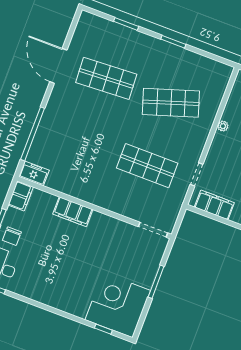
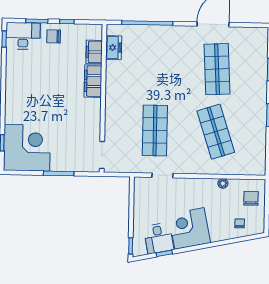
plant: (223, 126) -> (223, 183), moved
freezer: (34, 173) -> (114, 48), moved
filing cabinet: (21, 196) -> (94, 52), moved, turned 90
filing cabinet: (214, 205) -> (142, 200), removed

